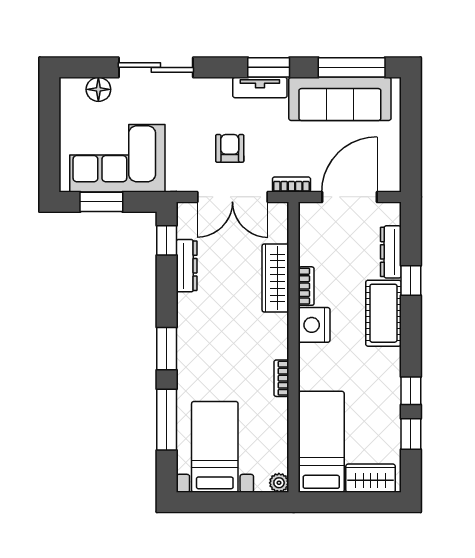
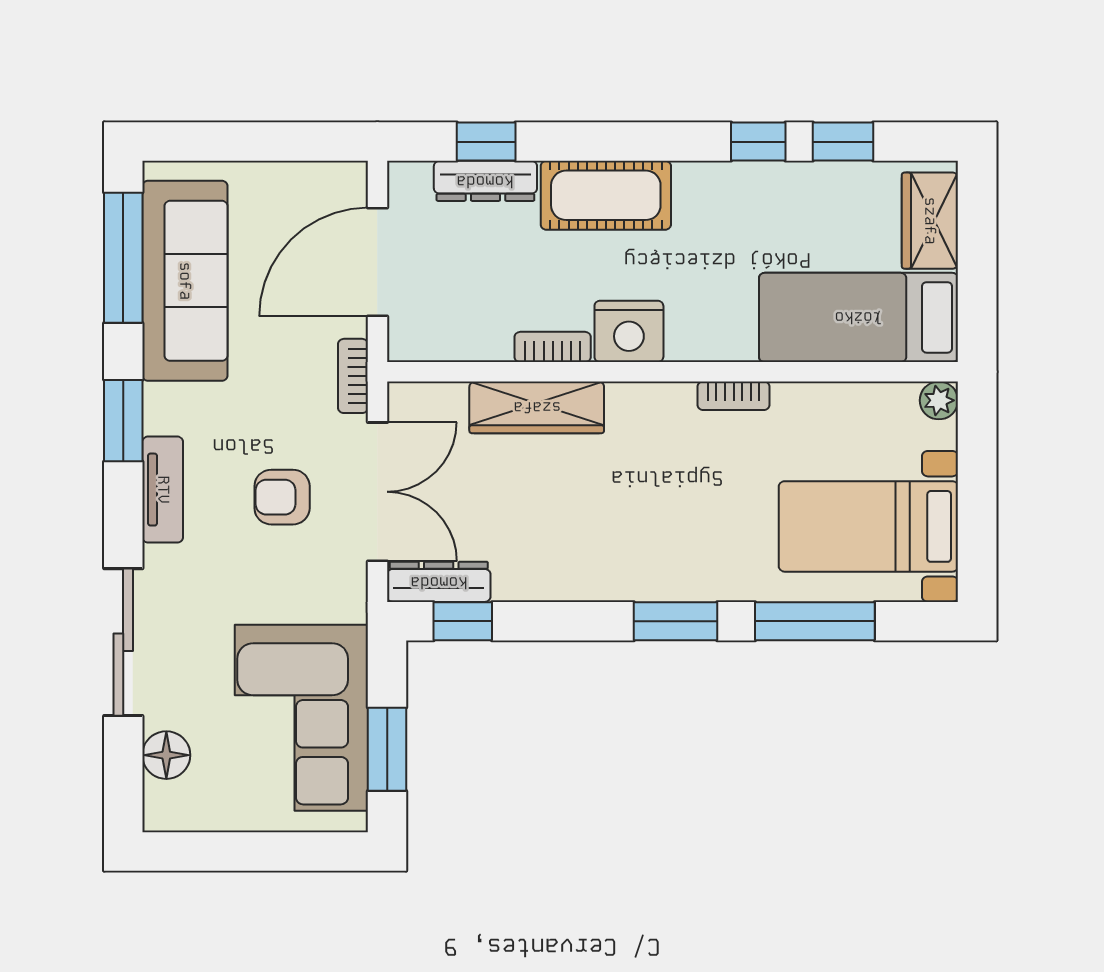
tv unit: (260, 88) -> (163, 490), moved
door: (349, 197) -> (377, 262), hinge flipped
dresser: (187, 266) -> (439, 582), moved
window: (411, 280) -> (486, 142), moved

